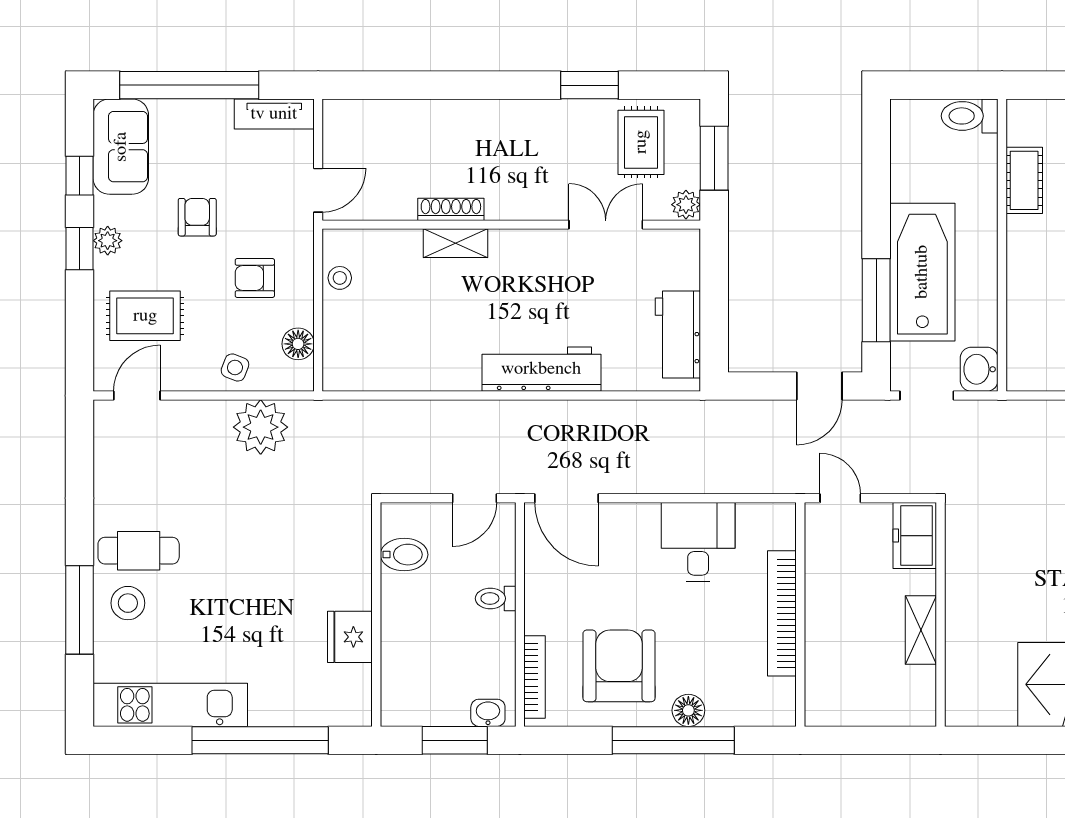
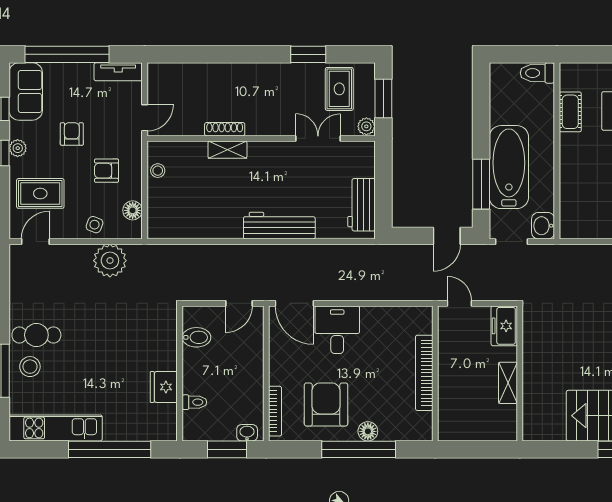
desk: (698, 542) -> (337, 330), moved
toilet: (496, 598) -> (194, 402), moved, turned 180

